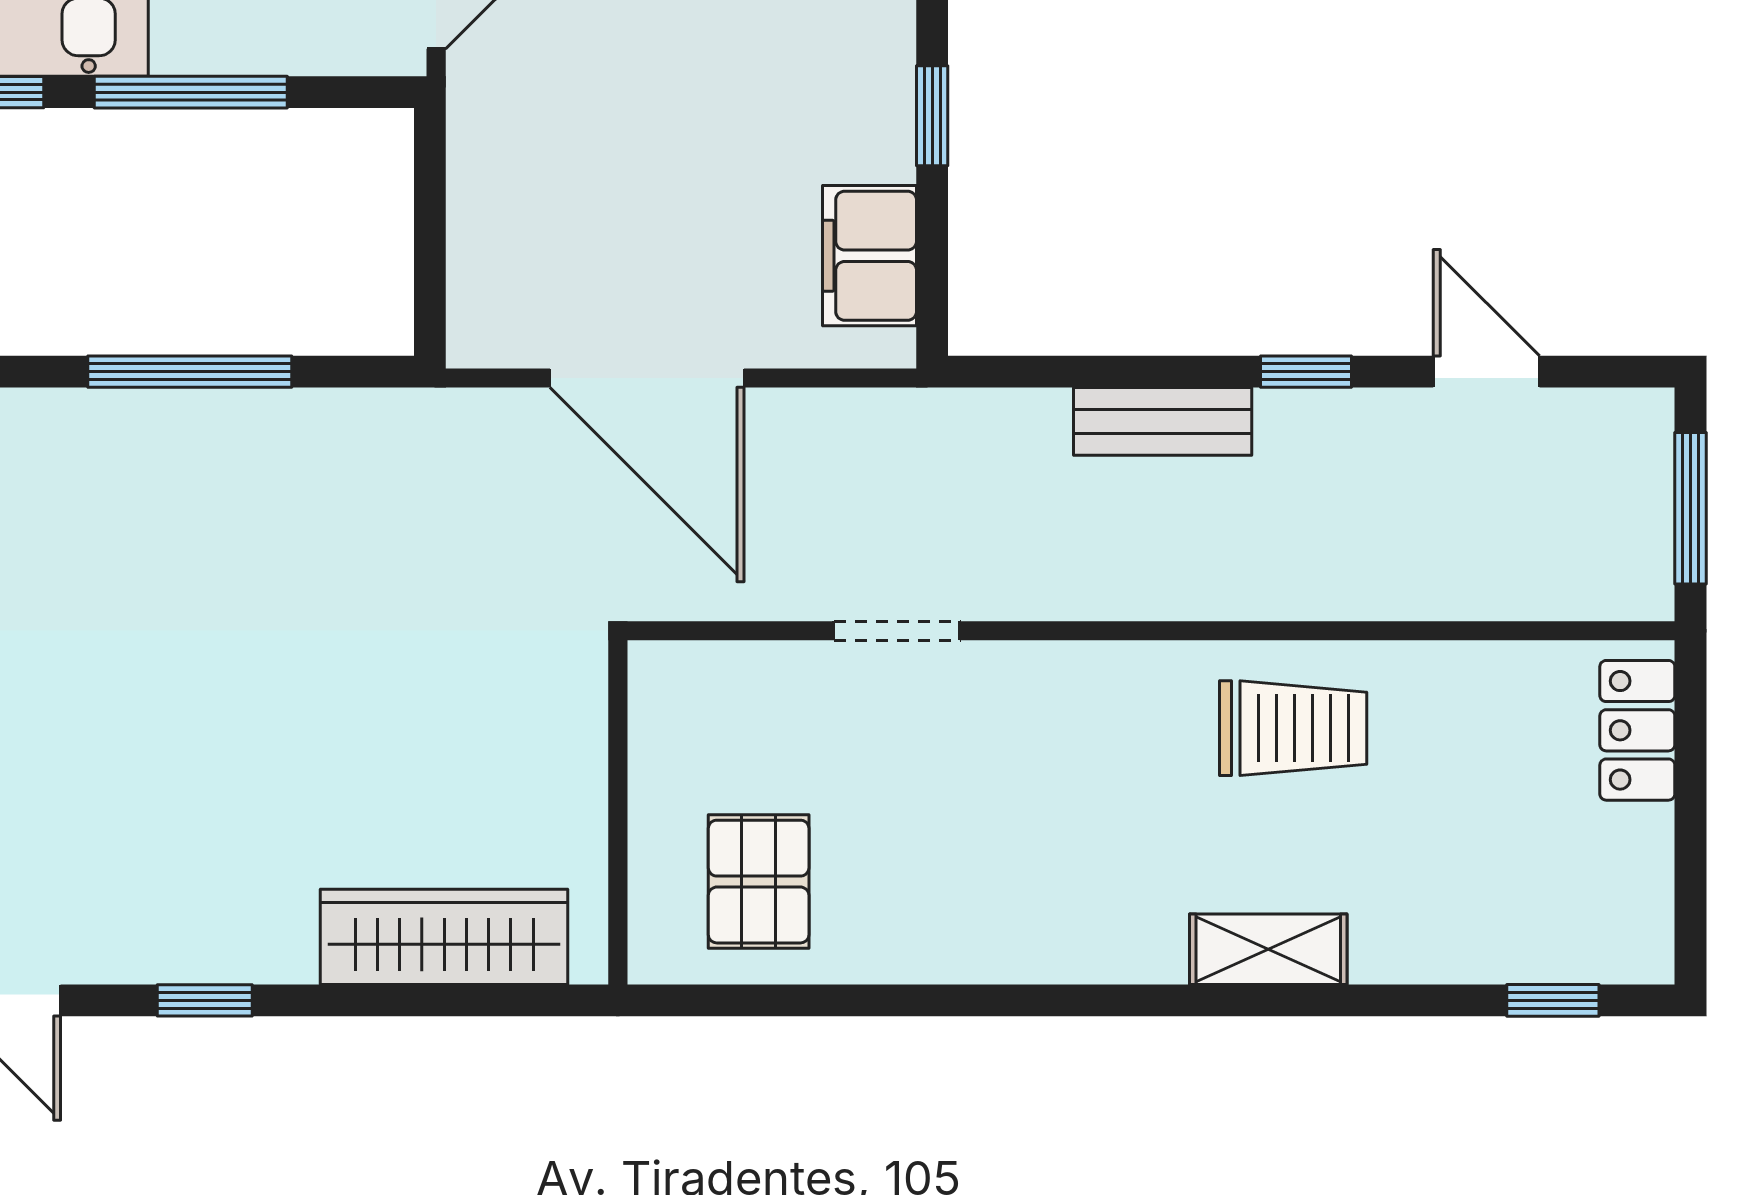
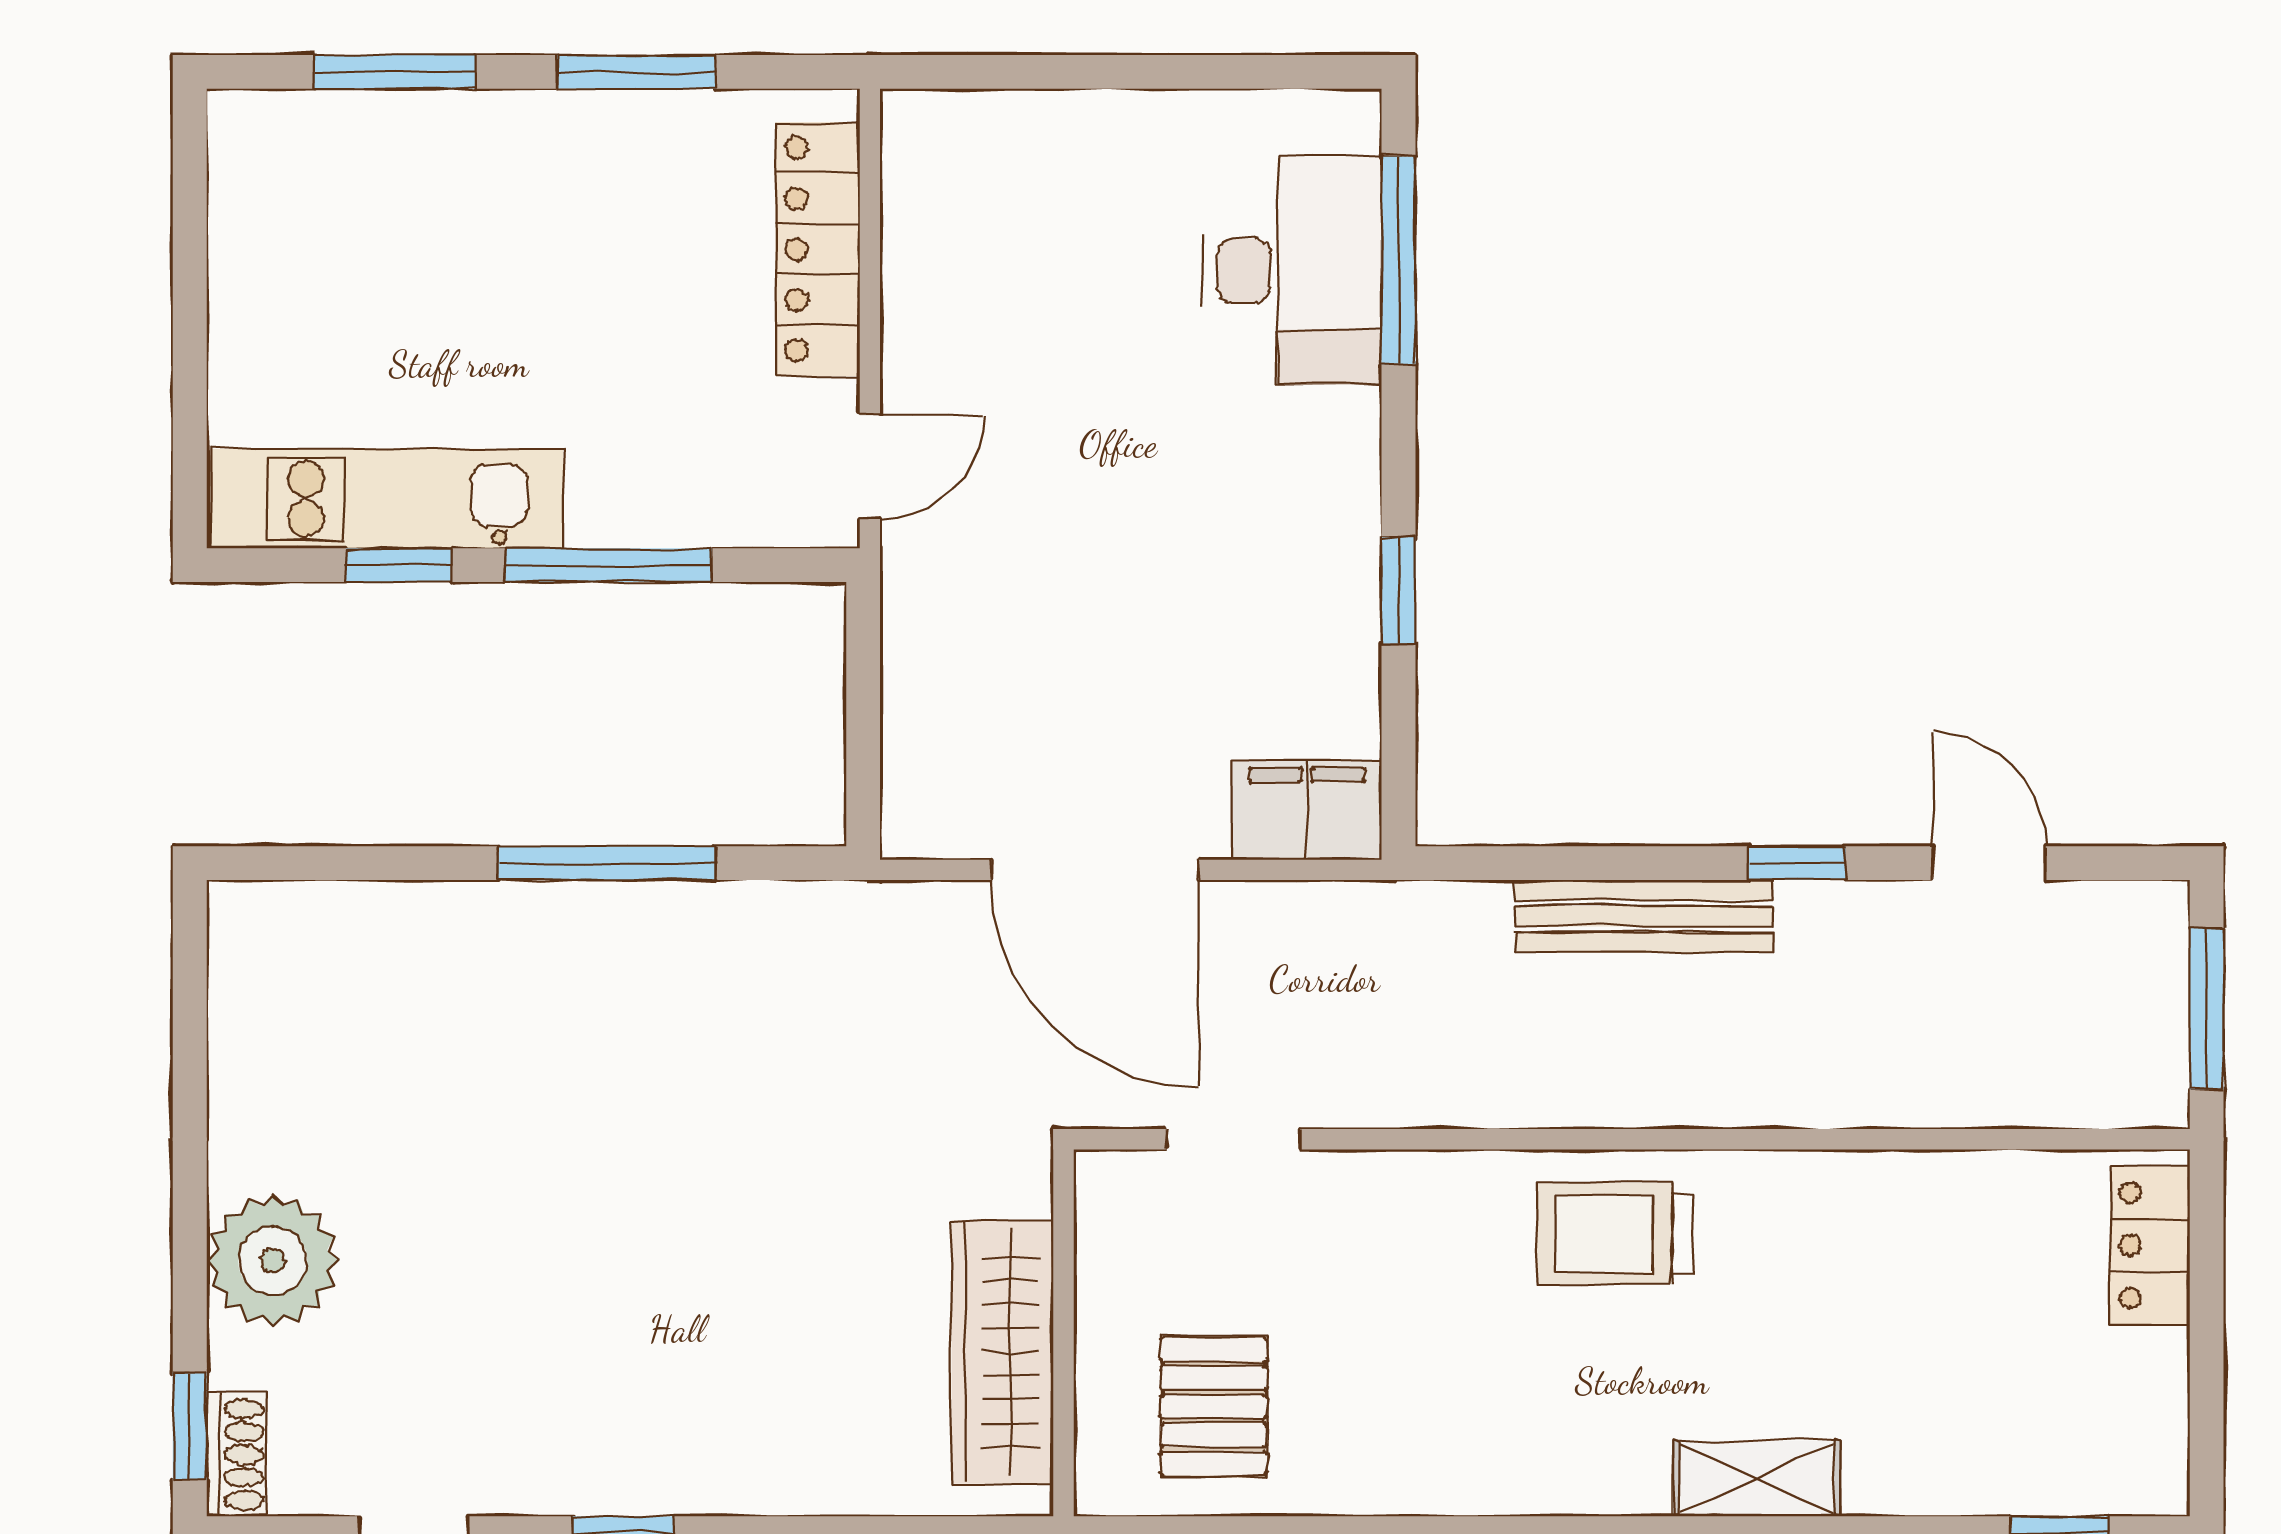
filing cabinet: (870, 256) -> (1307, 810), moved, turned 90
bench: (1163, 421) -> (1644, 916), width x1.36
doorway: (897, 631) -> (1233, 1139), moved
trolley: (1293, 728) -> (1615, 1233), moved, turned 180
wardrobe: (444, 937) -> (1002, 1352), moved, turned -90

